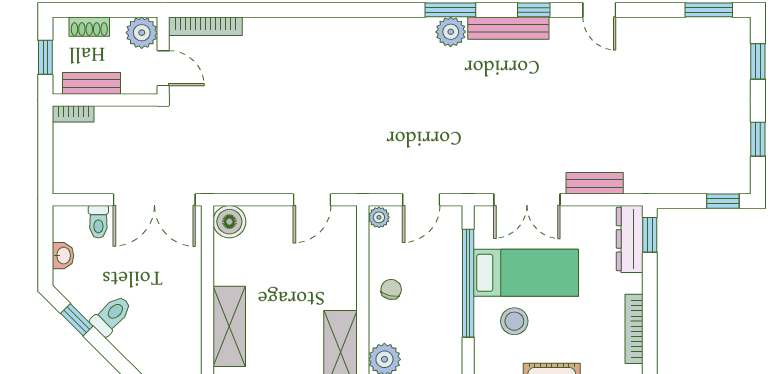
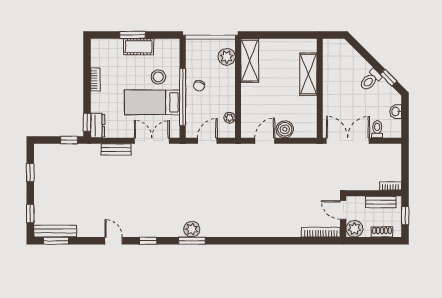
bench: (508, 28) -> (55, 231), moved
window: (723, 201) -> (69, 140), moved
plant: (379, 217) -> (230, 118), moved
boiler: (229, 222) -> (285, 129), moved
dresser: (630, 239) -> (98, 126), width x0.70
chair: (391, 289) -> (199, 86), moved
bookcase: (634, 329) -> (95, 79), width x0.64

